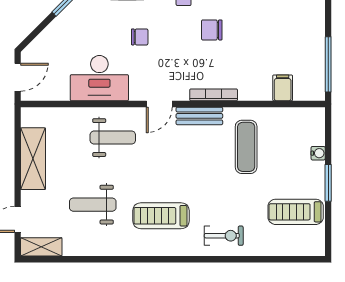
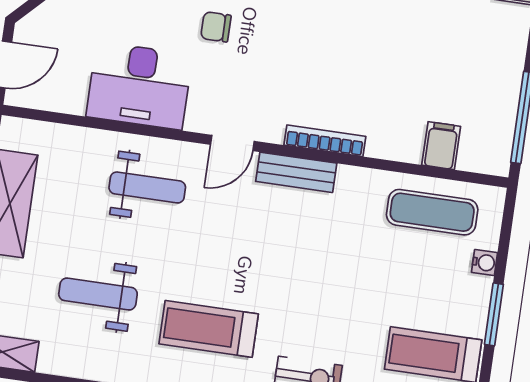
chair: (212, 30) -> (337, 33), removed
chair: (140, 37) -> (216, 27), turned 180
exercise mat: (246, 147) -> (432, 212), moved, turned 90

